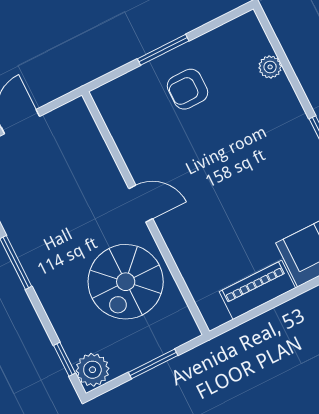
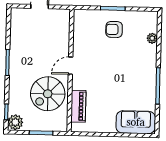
door: (141, 204) -> (71, 66), swing flipped
piano: (257, 290) -> (78, 106), moved, turned 90

